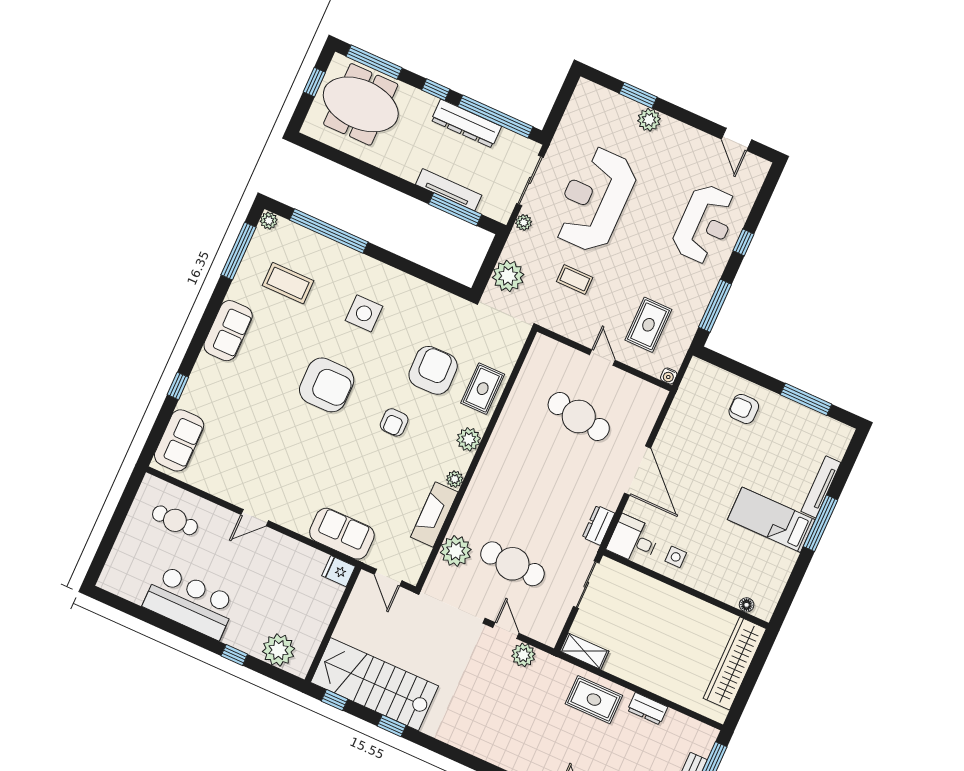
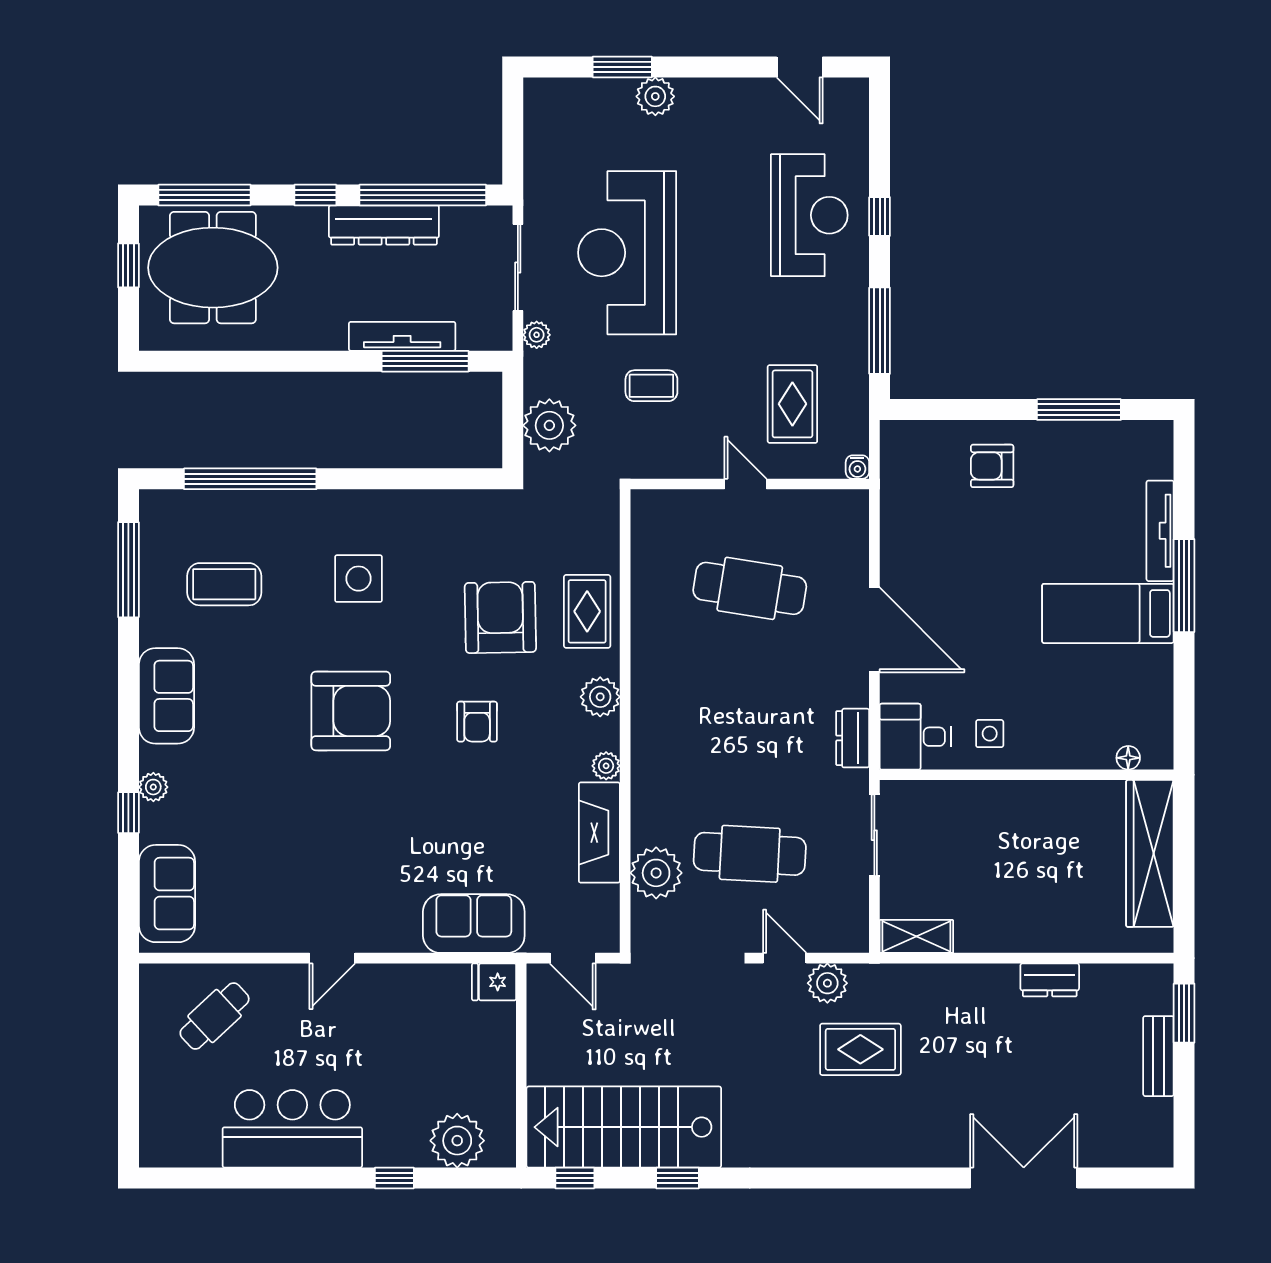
plant: (269, 221) -> (153, 787), moved
cafe table: (175, 520) -> (215, 1016), turned -43
rug: (594, 700) -> (860, 1049), moved

